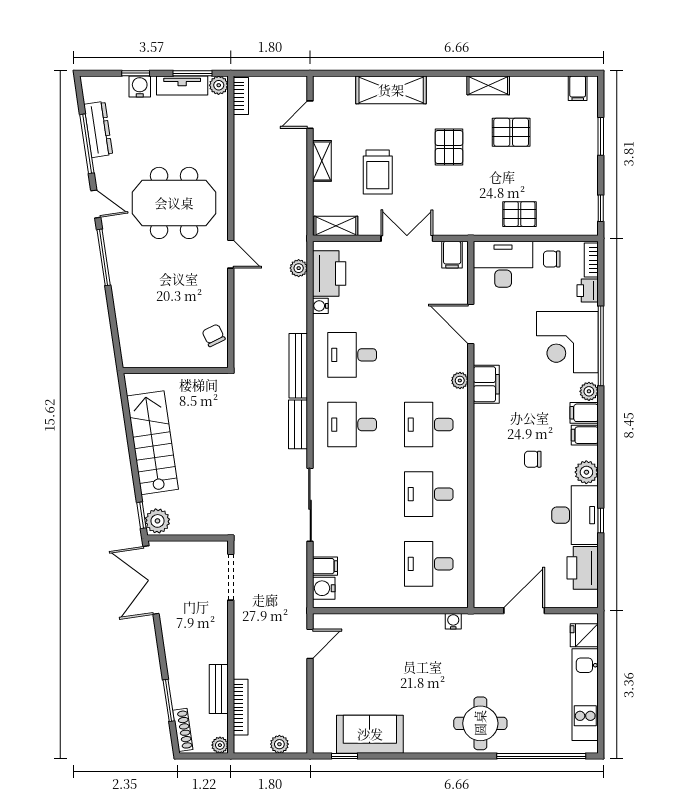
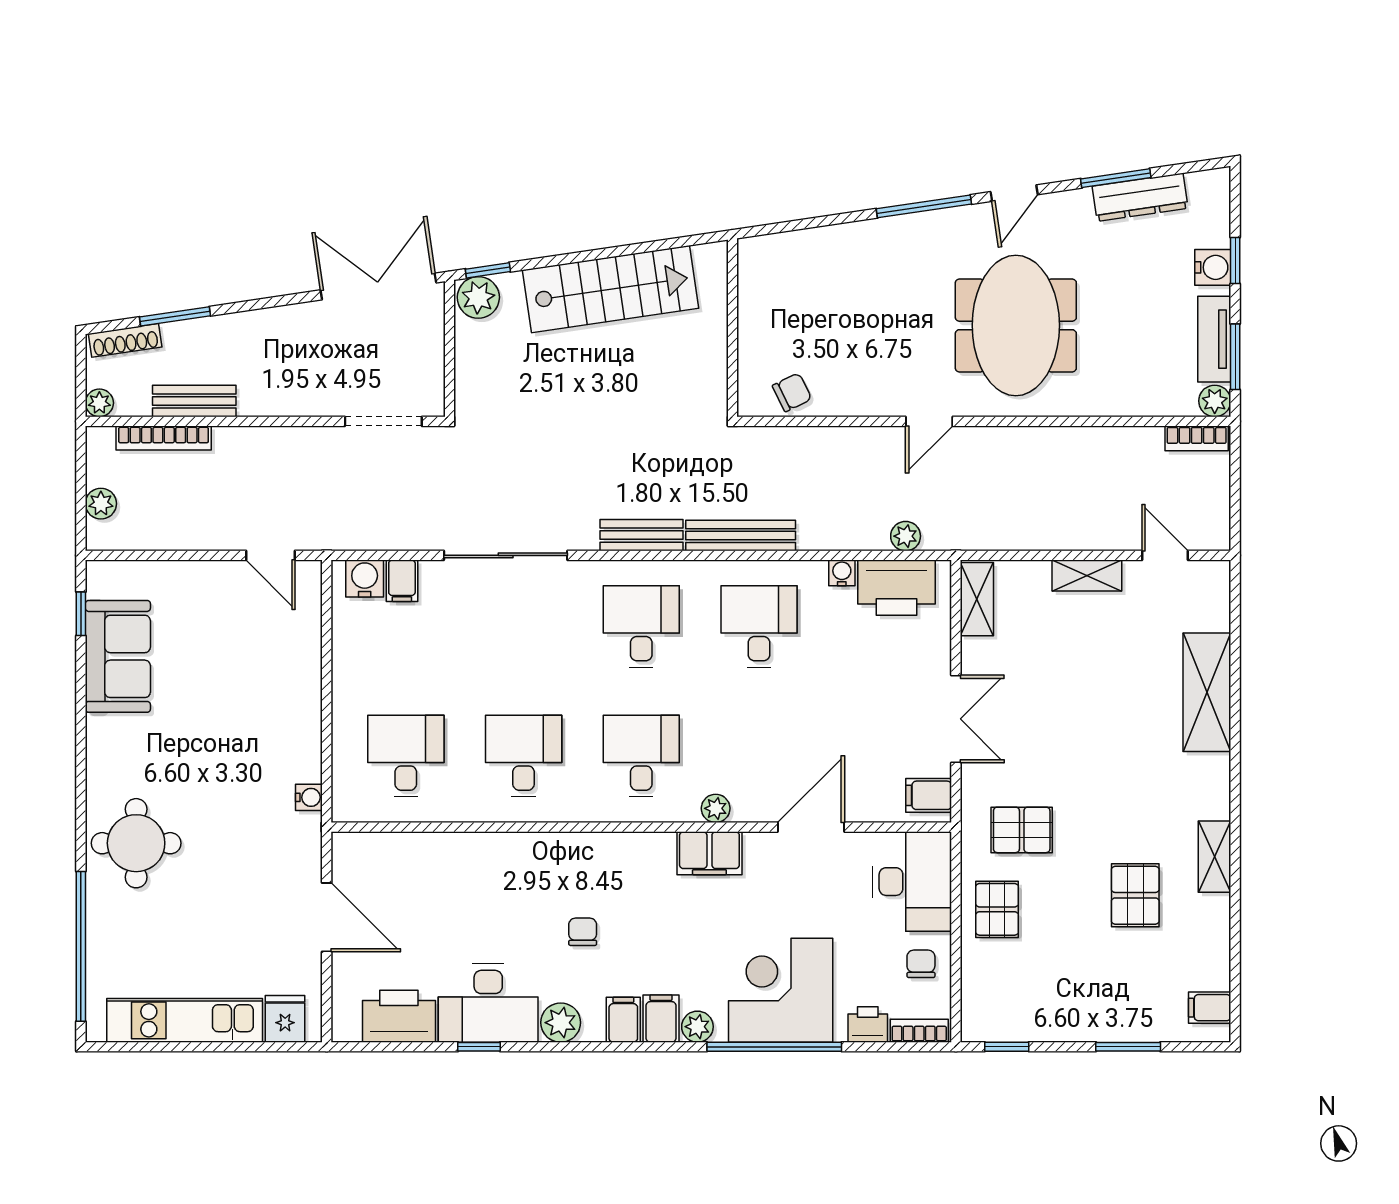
window: (87, 144) -> (1116, 178), width x0.69
pallet: (449, 147) -> (1022, 830), moved
trolley: (378, 172) -> (1068, 670), removed

